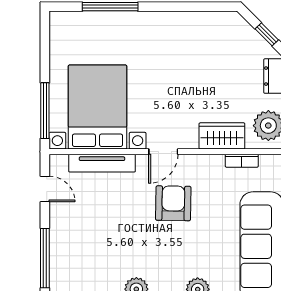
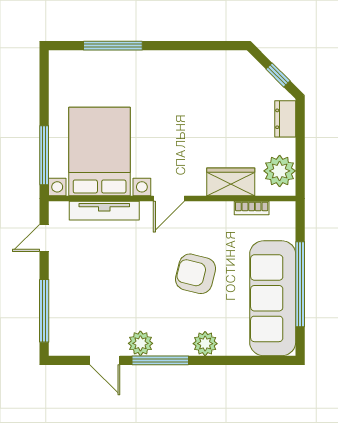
door: (45, 189) -> (44, 238), swing flipped
armchair: (173, 203) -> (195, 274), moved, turned -77

